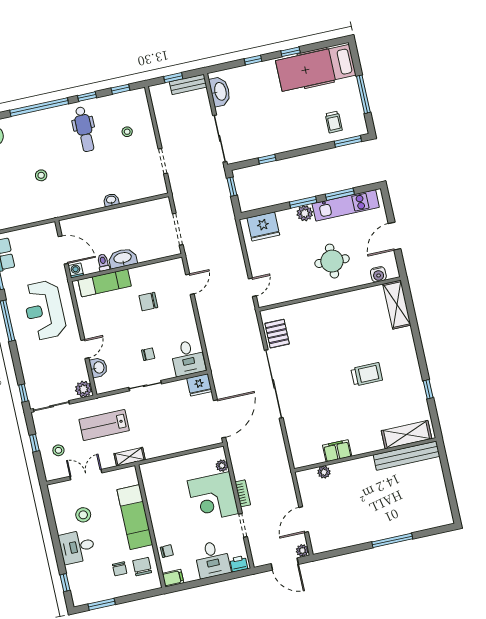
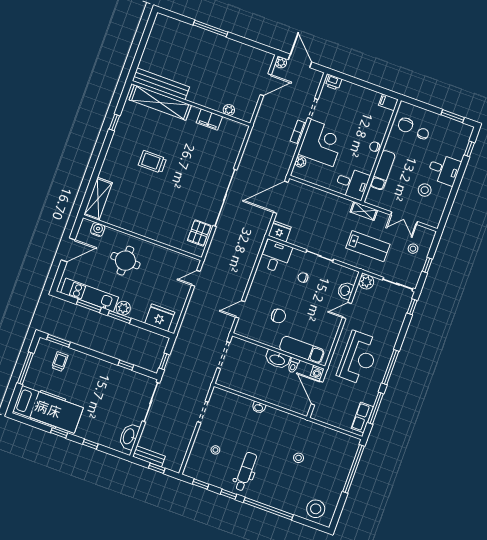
shelving: (407, 435) -> (160, 102), width x1.47
exam couch: (135, 517) -> (383, 170), width x0.73, depth x0.69
chair: (167, 551) -> (374, 147), moved
desk: (212, 559) -> (352, 183), moved, turned 90

